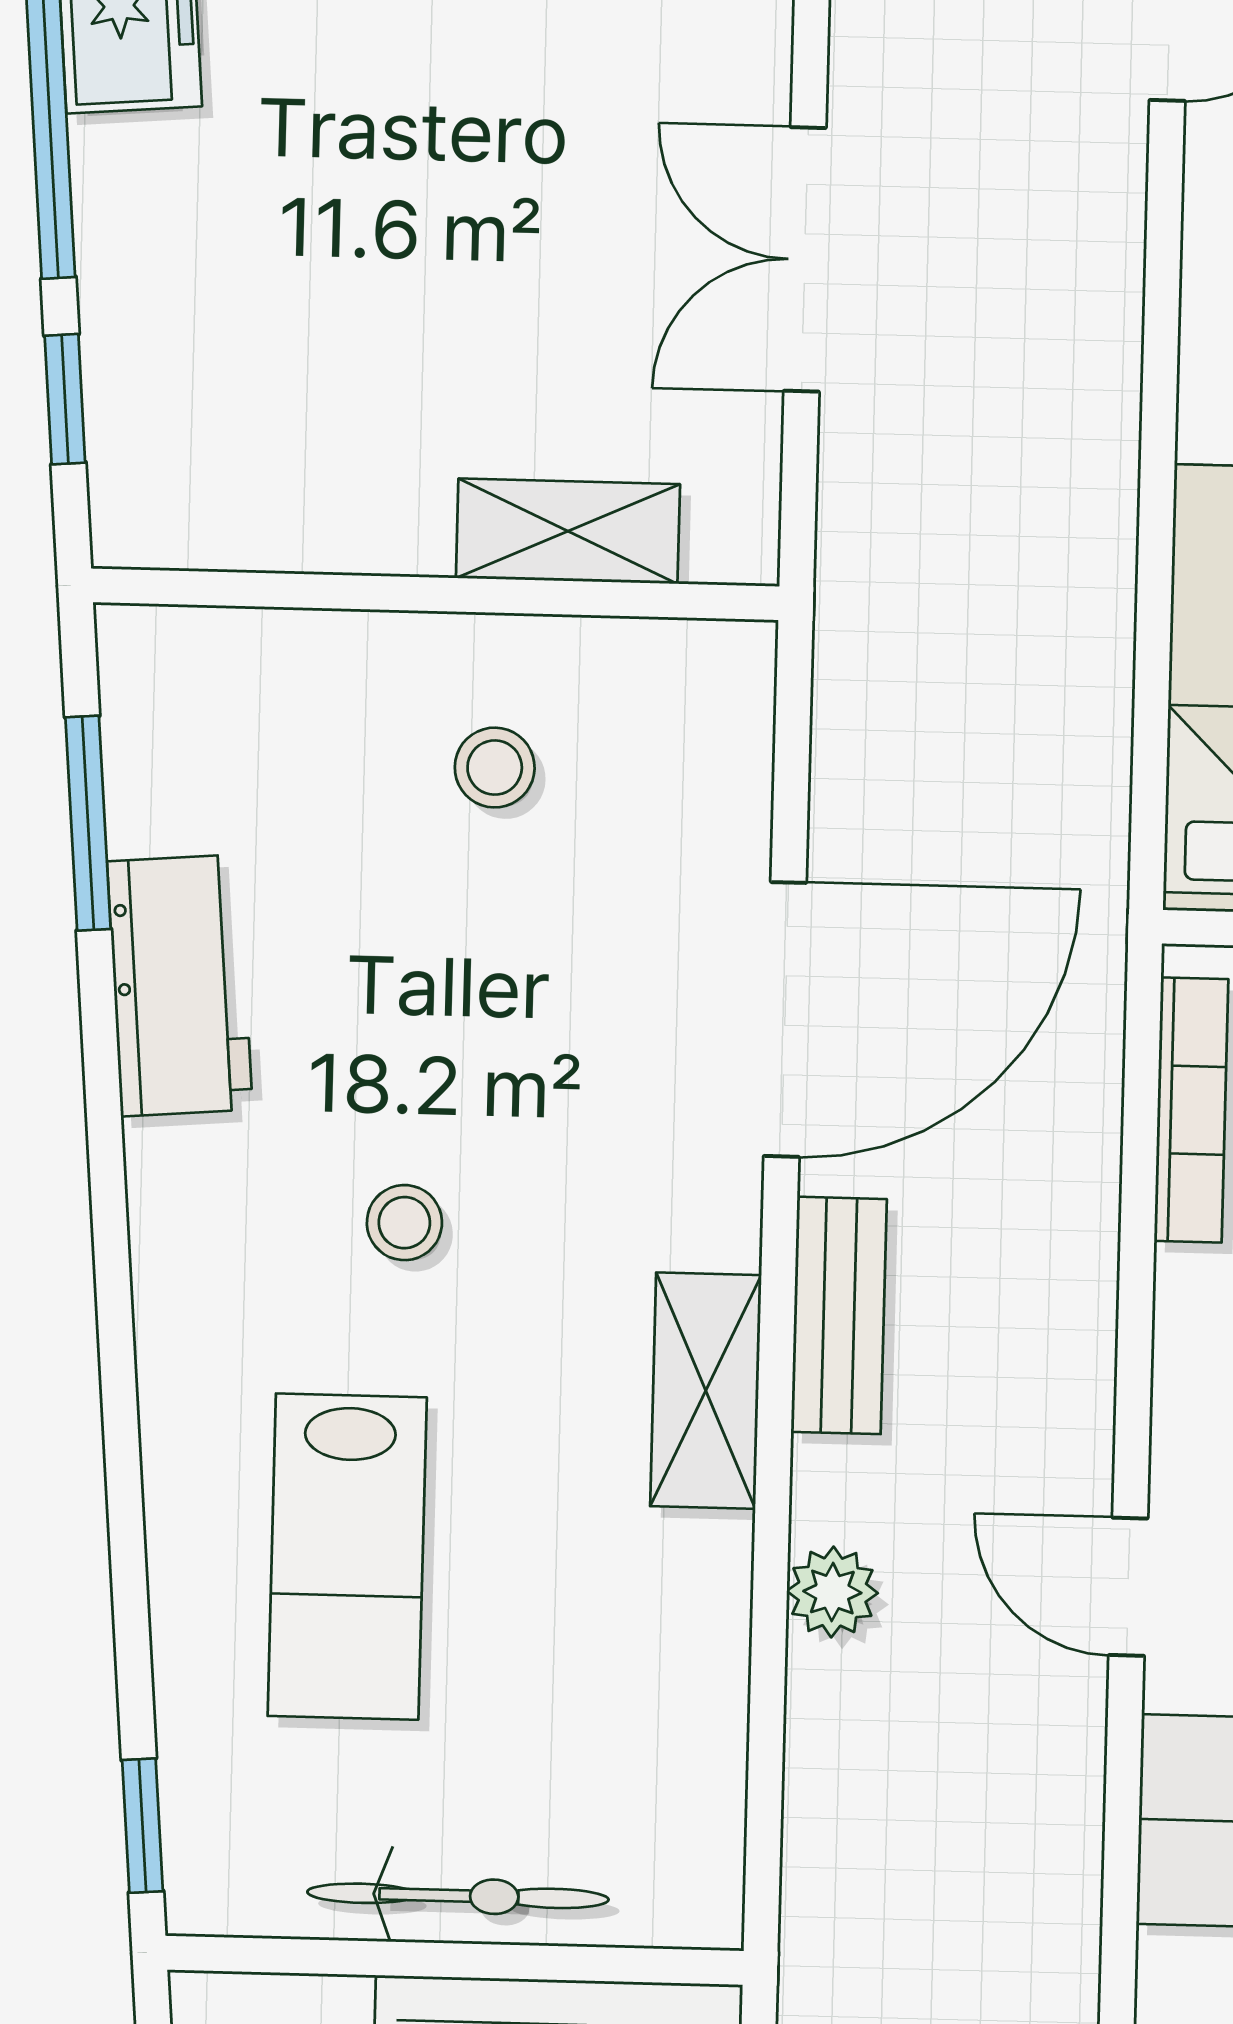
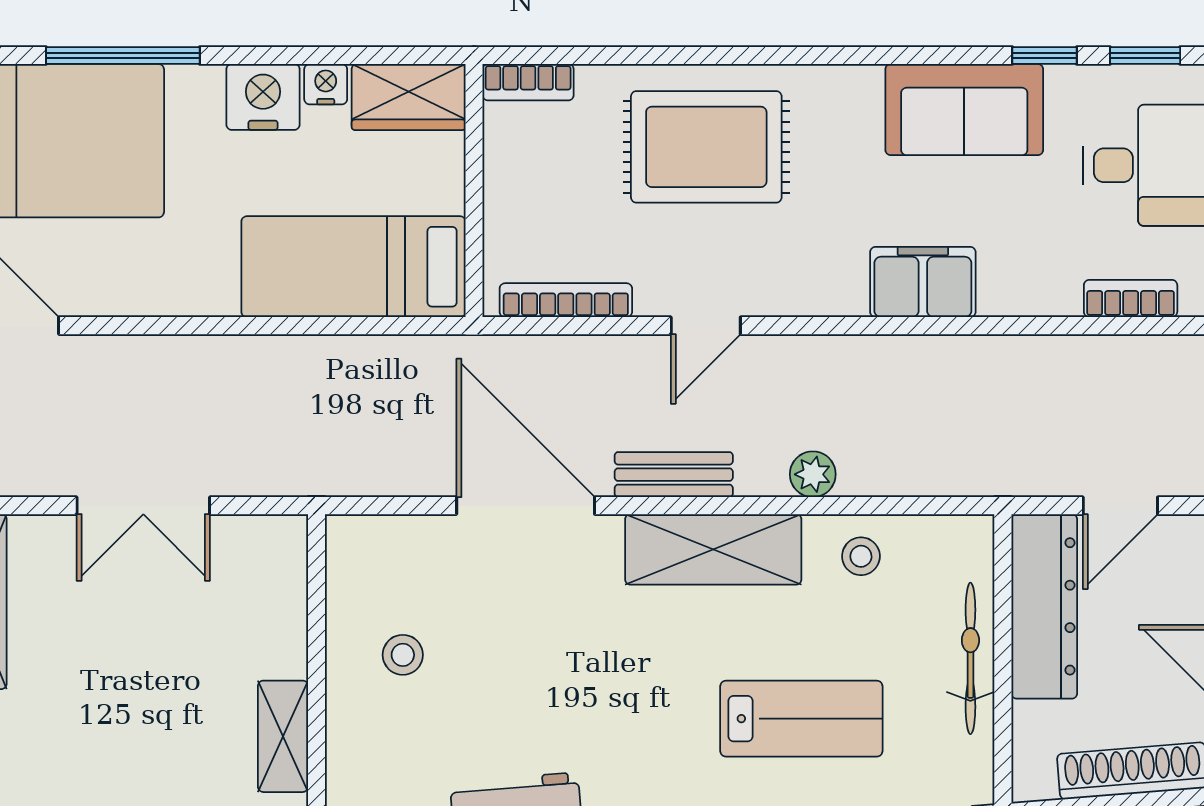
shelving: (568, 531) -> (283, 736), moved
stool: (404, 1223) -> (861, 556), moved
shelving: (706, 1391) -> (713, 549), width x1.50, depth x1.33
door: (1128, 1587) -> (706, 326), moved

